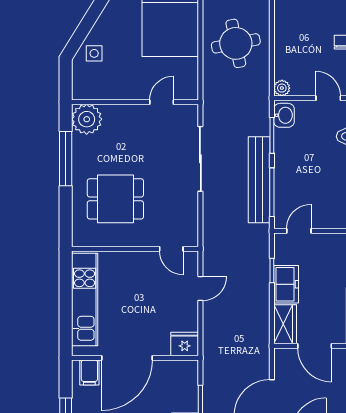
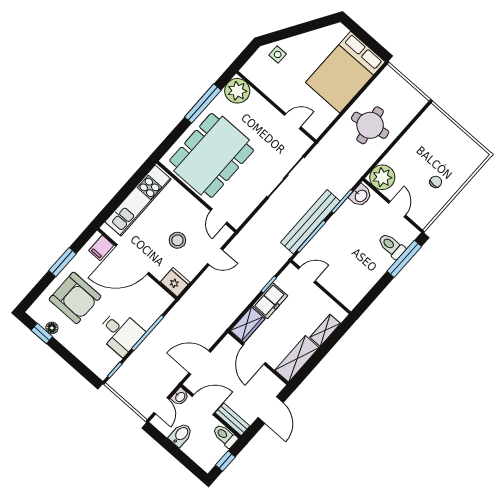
plant: (282, 88) -> (382, 177), width x1.88, depth x1.88
dining table: (115, 199) -> (212, 155), width x1.87, depth x1.24
stool: (153, 304) -> (177, 240), added

